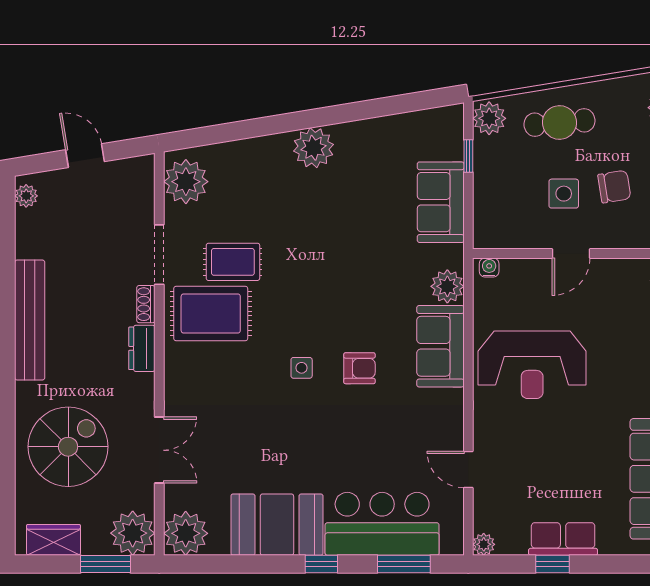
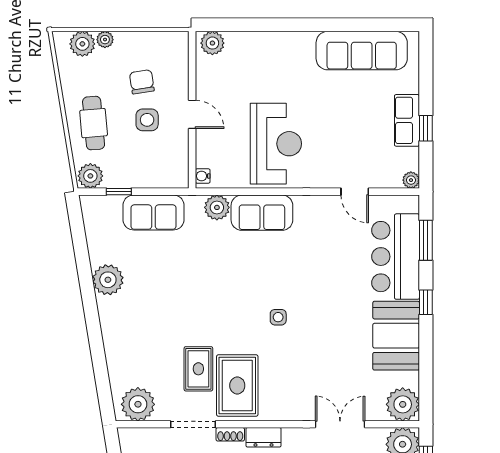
plant: (313, 148) -> (108, 280), moved
armchair: (359, 368) -> (278, 274), removed
door: (468, 469) -> (355, 192), hinge flipped

